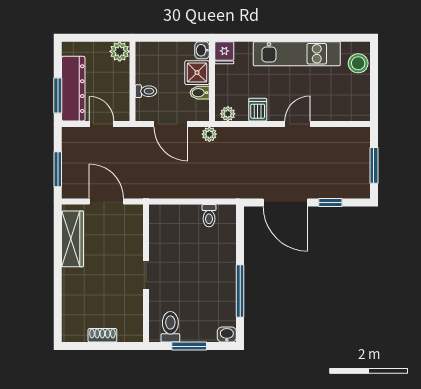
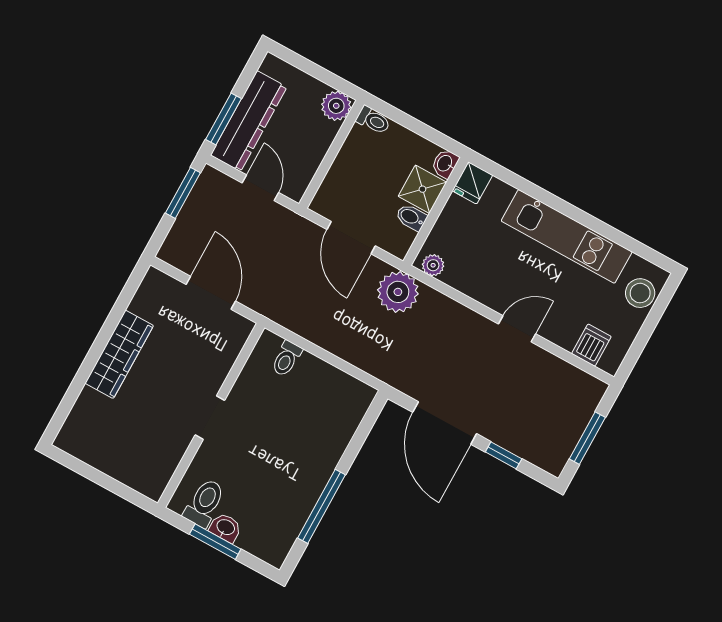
toilet: (146, 91) -> (373, 120), moved
dishwasher: (258, 110) -> (591, 345), moved
plant: (209, 134) -> (398, 292), width x1.88, depth x1.88
window: (58, 169) -> (183, 193), moved
toilet: (209, 216) -> (287, 359), moved
wardrobe: (73, 239) -> (119, 354), moved
shoe rack: (102, 335) -> (109, 465), removed
washbasin: (227, 335) -> (225, 528), moved

